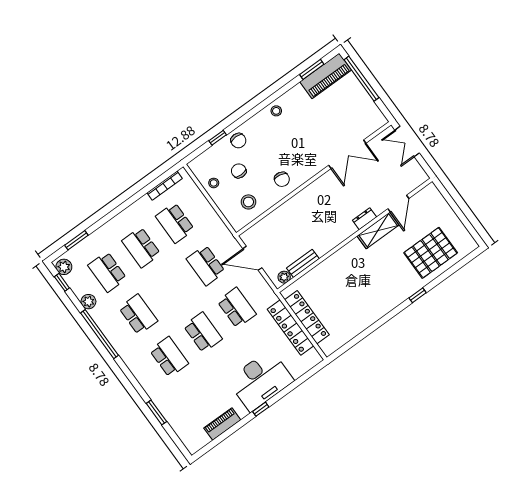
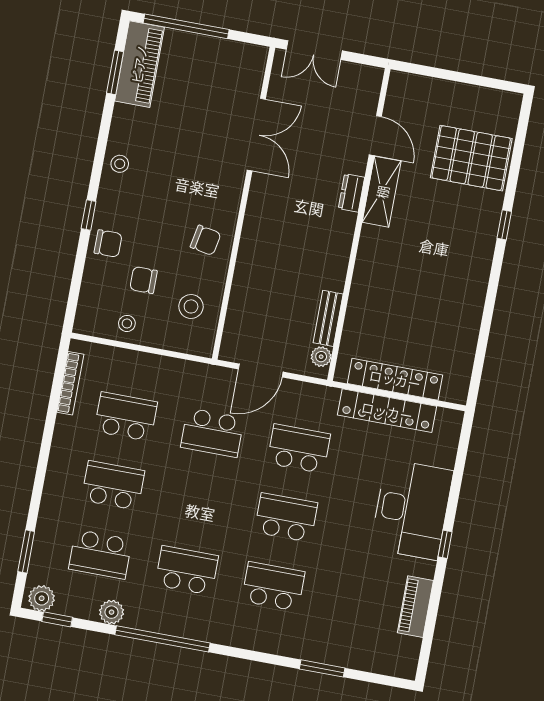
window: (218, 138) -> (89, 215), moved
school desk: (175, 223) -> (126, 417), turned 180
school desk: (141, 247) -> (113, 485), turned 180
pallet: (431, 253) -> (471, 158), turned 90

